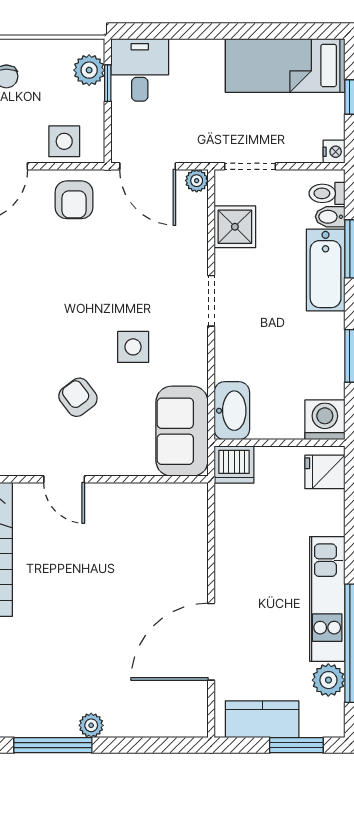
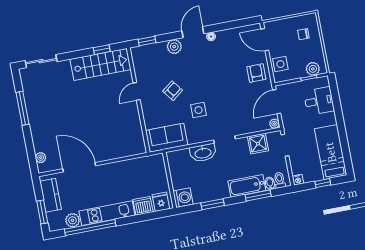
desk: (140, 70) -> (319, 101), moved
armchair: (74, 200) -> (256, 73), turned 90
washbasin: (232, 411) -> (203, 153), moved
dishwasher: (234, 464) -> (143, 206), moved, turned 90
plant: (91, 725) -> (41, 158), moved

